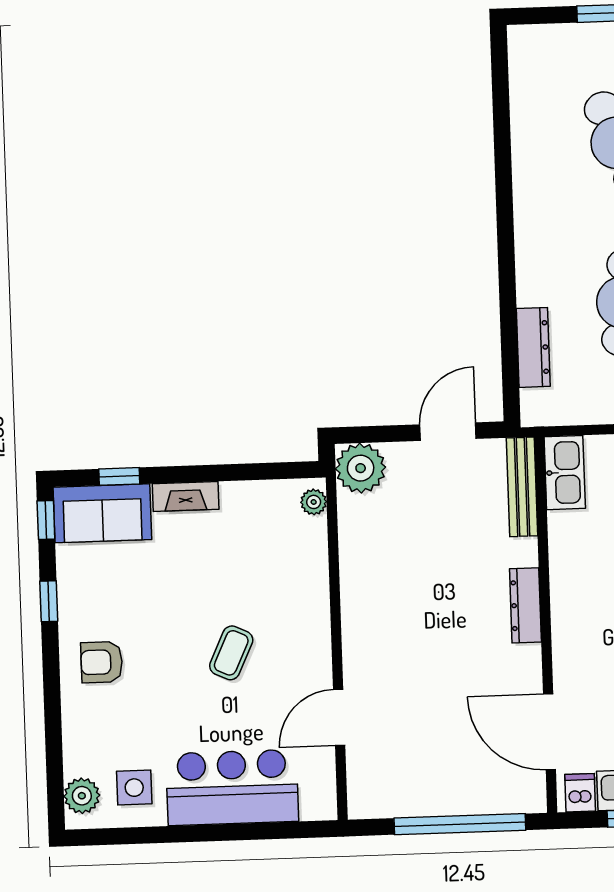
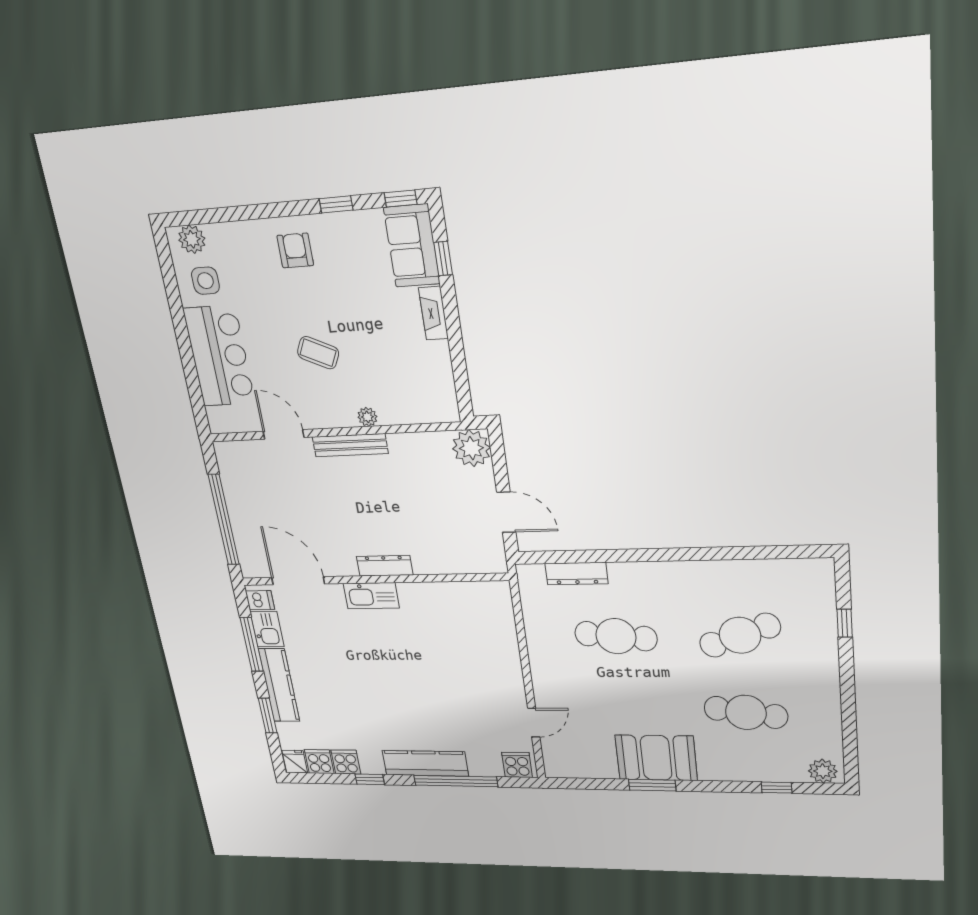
kitchen sink: (565, 473) -> (371, 596), moved
bench: (522, 487) -> (350, 445), moved
plant: (314, 502) -> (367, 417), moved
door: (549, 732) -> (298, 581), hinge flipped

